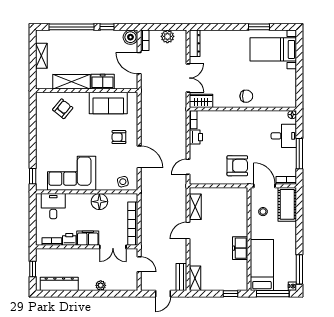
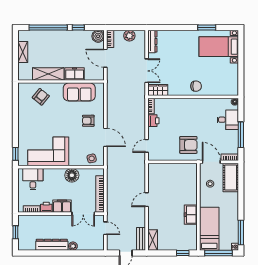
shelving: (195, 207) -> (153, 180), removed
dresser: (59, 284) -> (52, 245), moved

